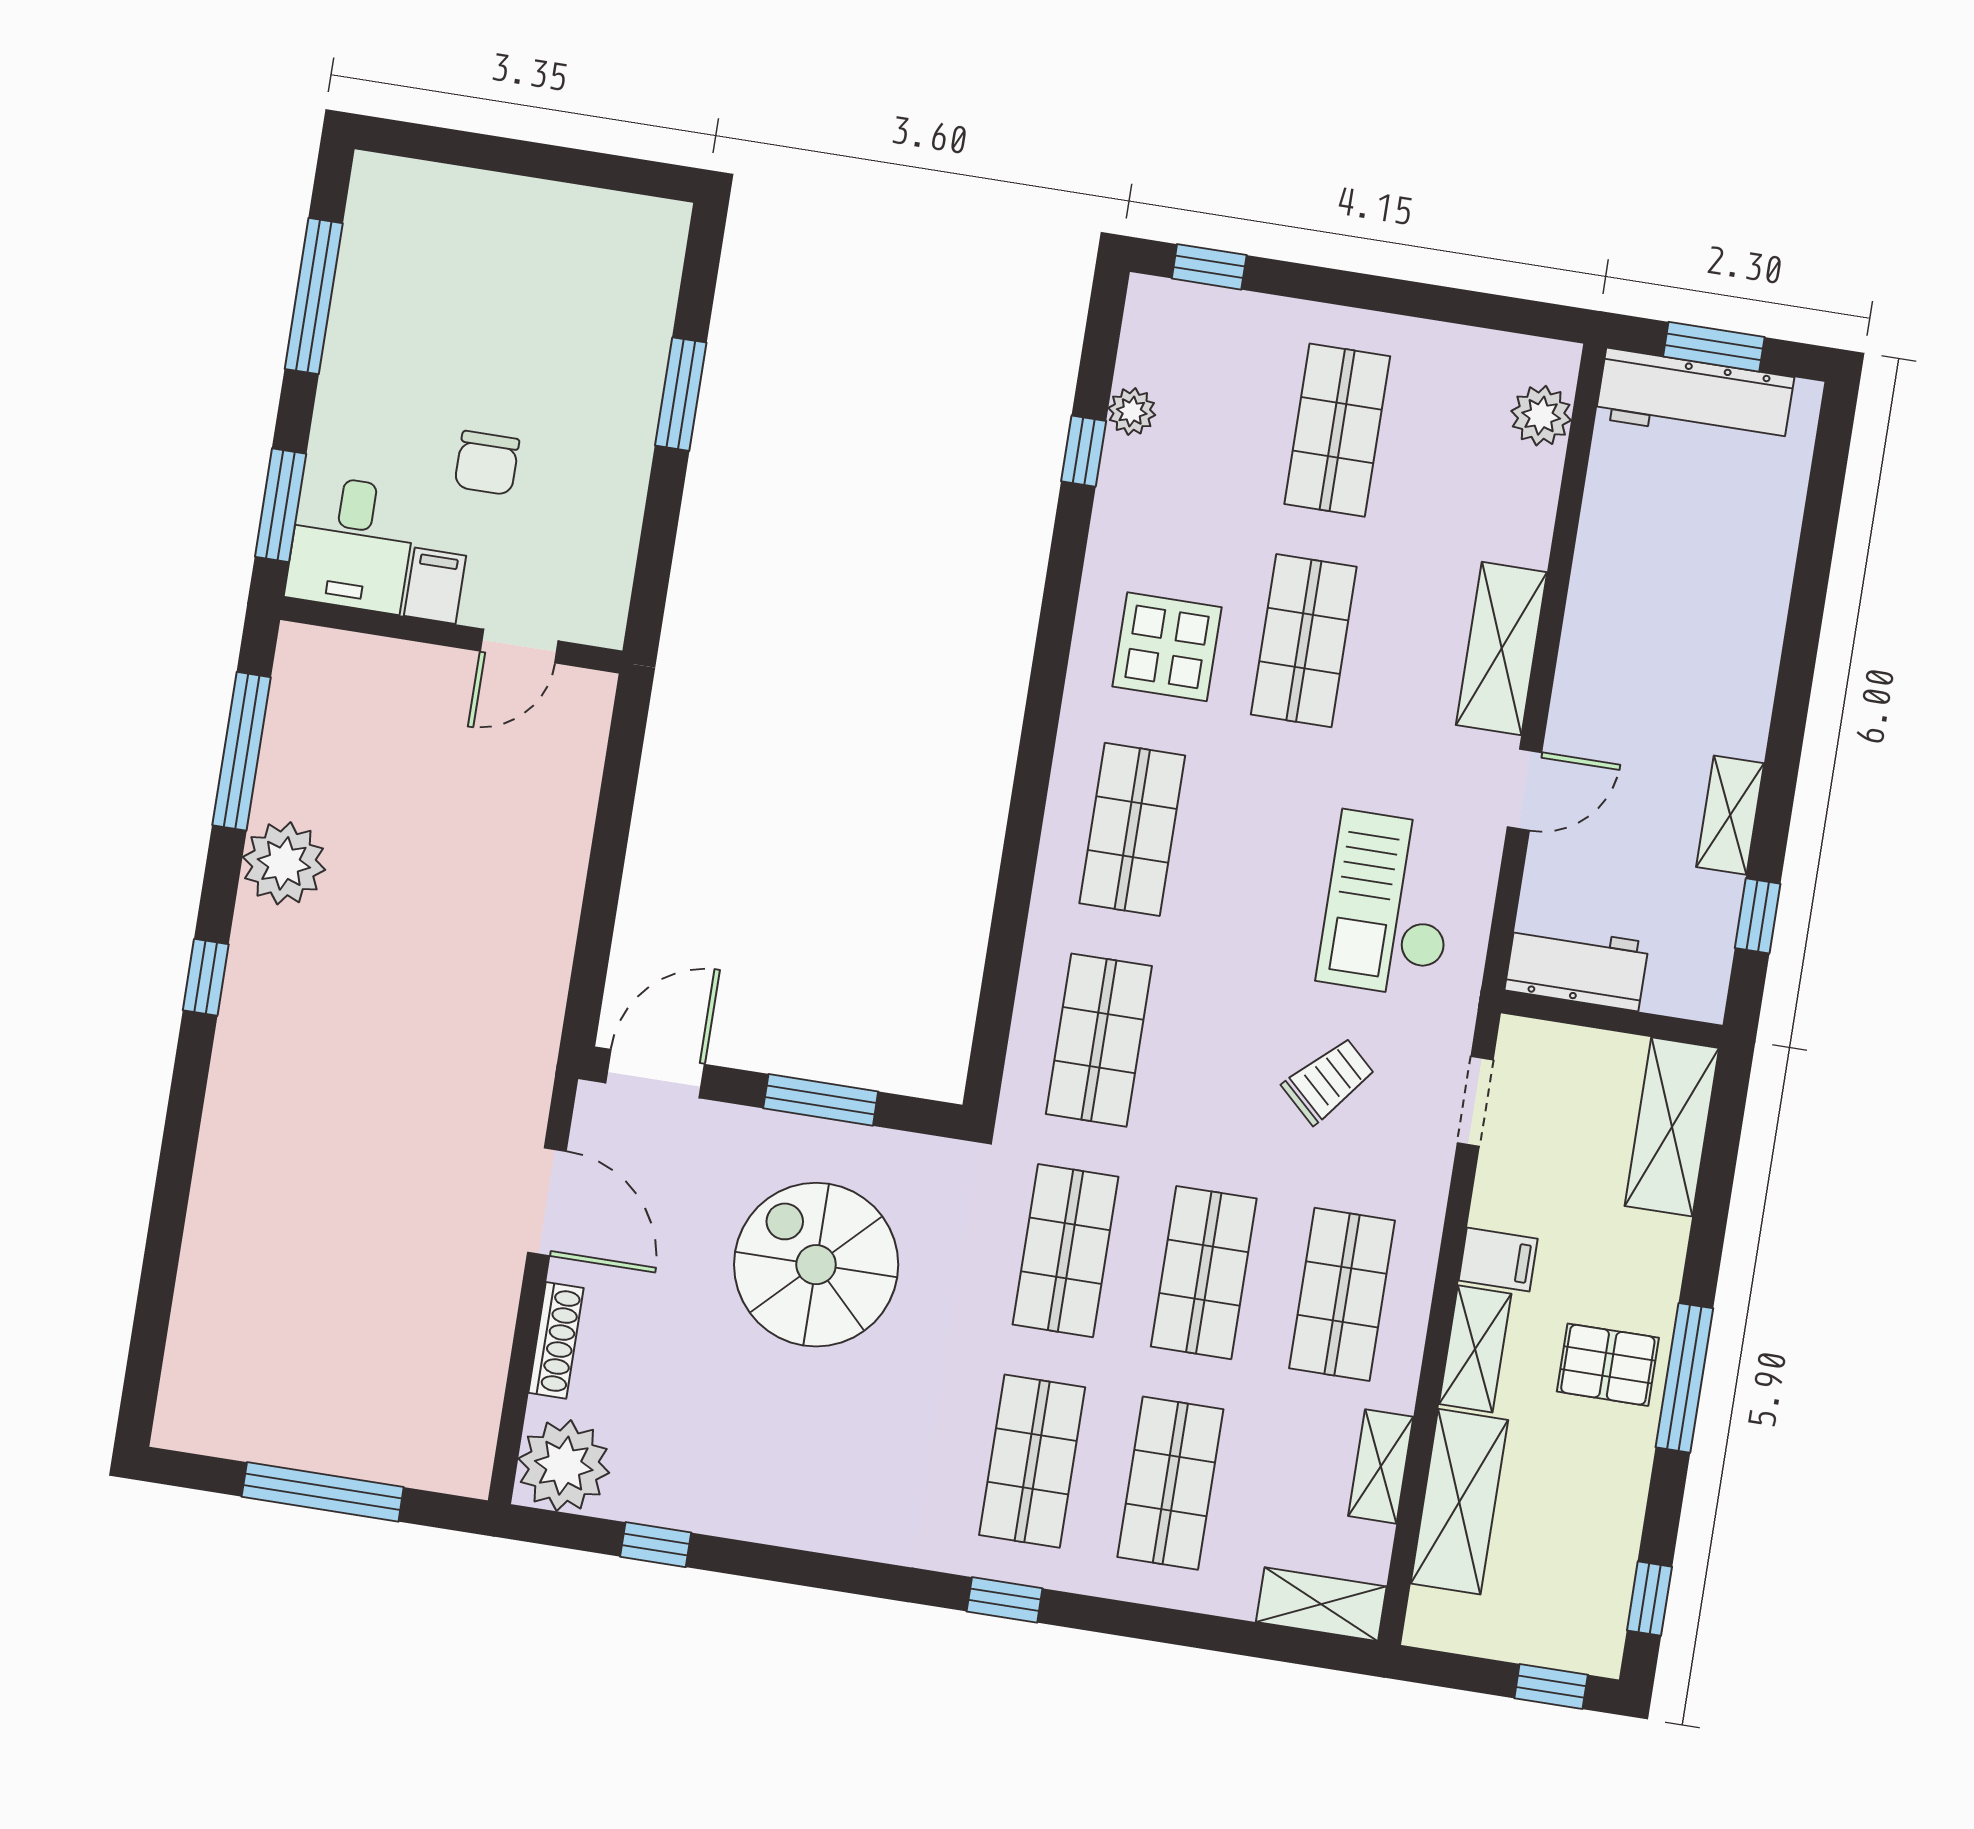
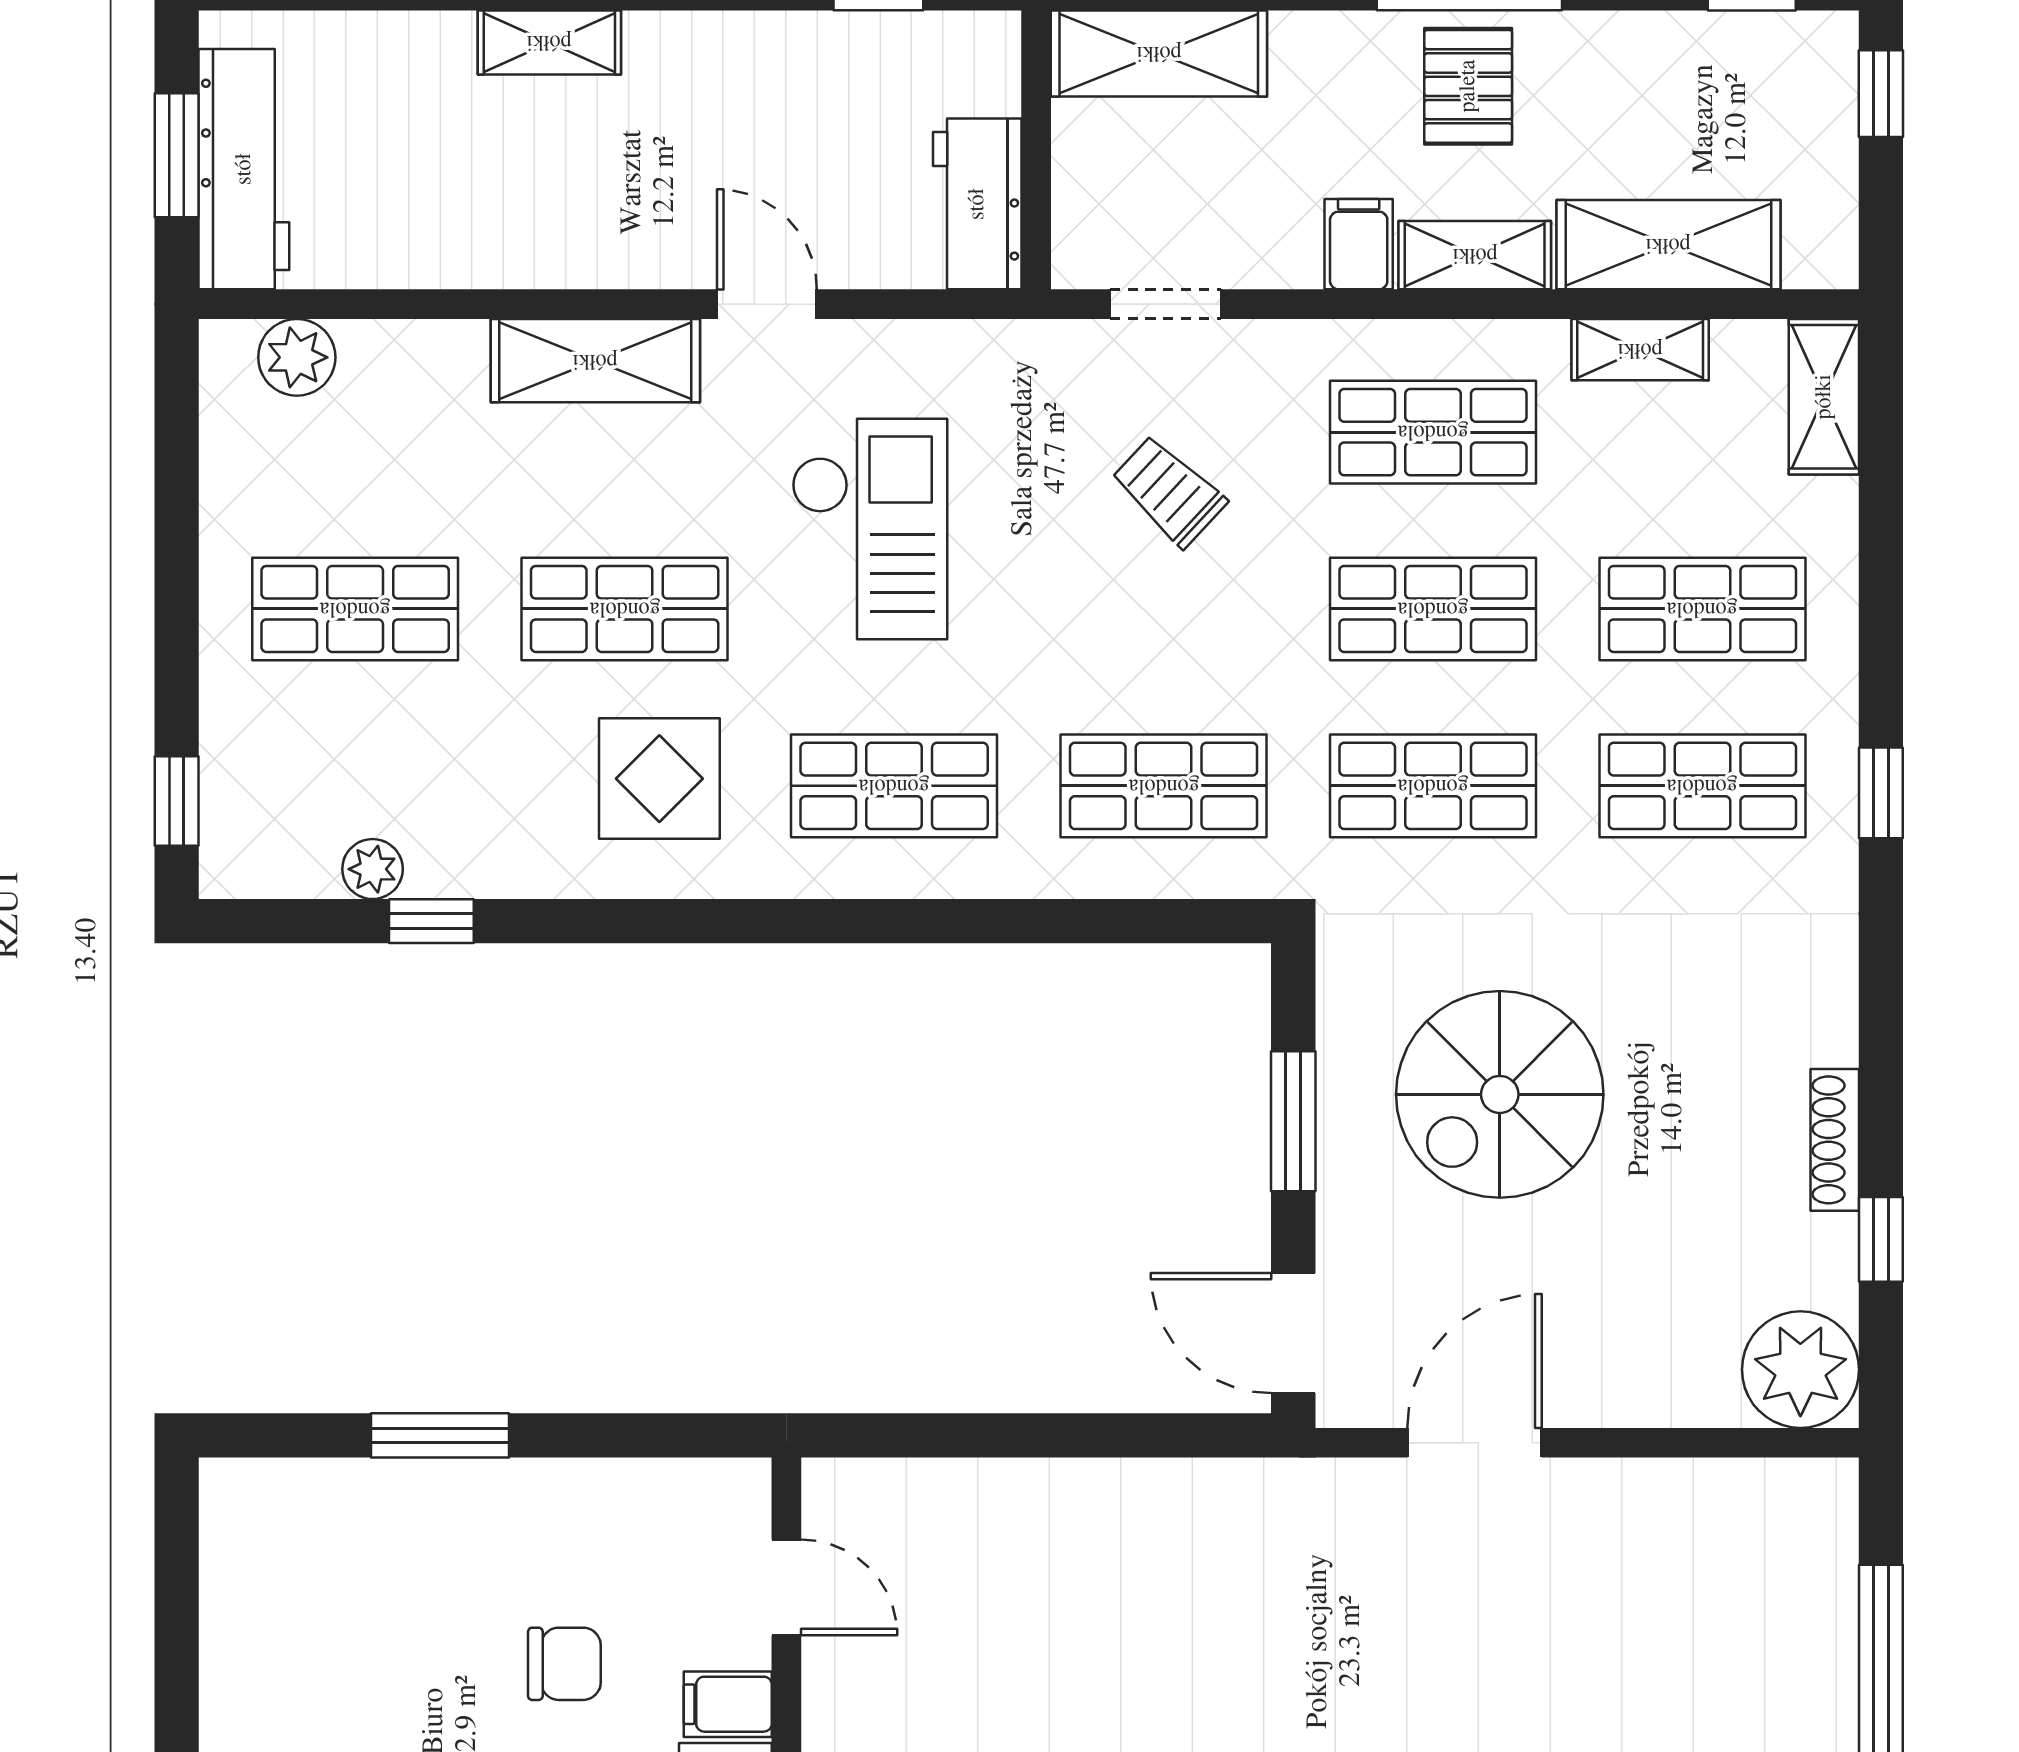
shelving: (1730, 815) -> (549, 42), moved
checkout: (1389, 904) -> (870, 529), moved, turned -90
shoe rack: (556, 1340) -> (1835, 1140), moved, turned -90

